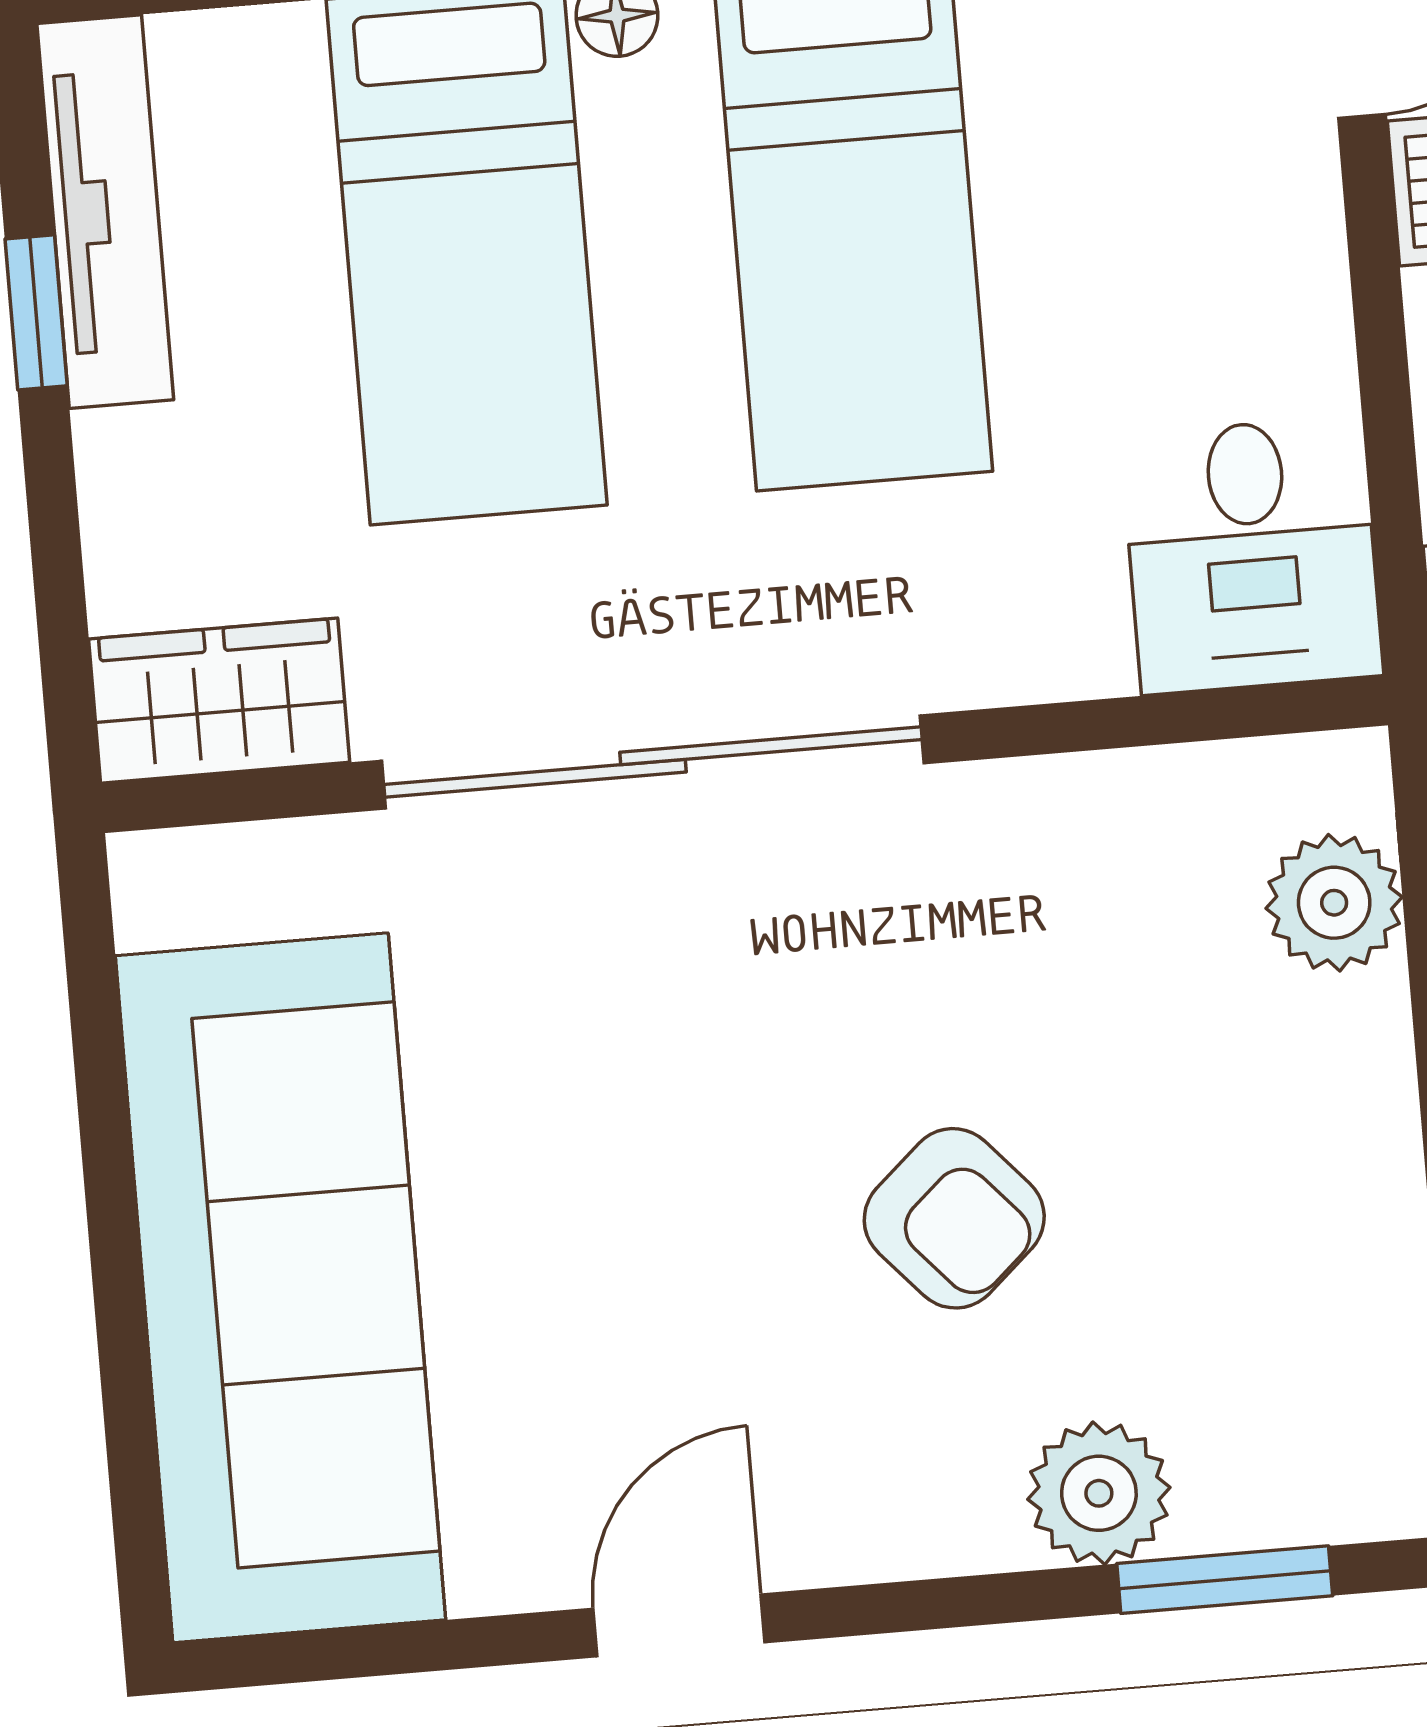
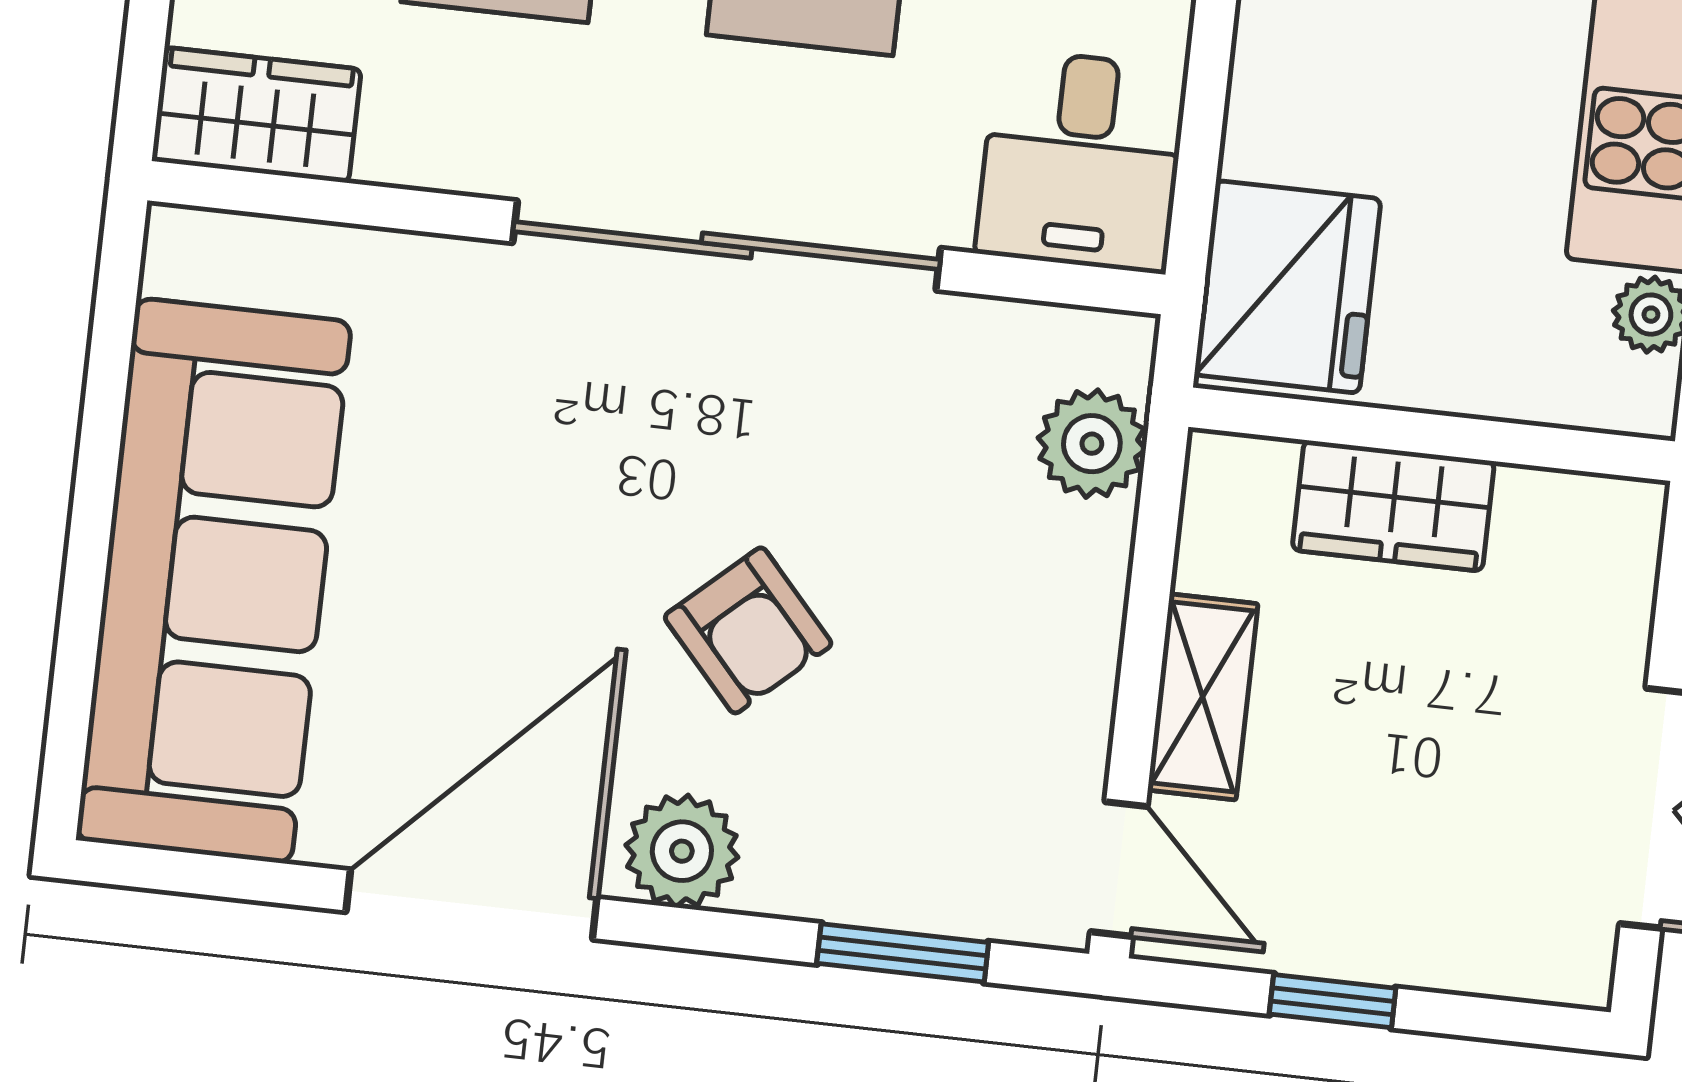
sliding door: (653, 762) -> (727, 245), moved
plant: (1099, 1493) -> (682, 851), moved
door: (679, 1625) -> (472, 905), width x1.88

